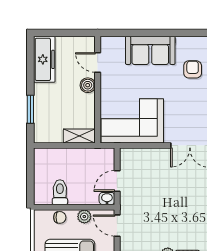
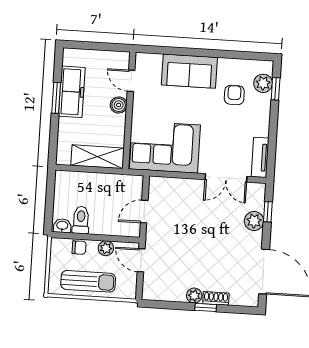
freezer: (44, 59) -> (72, 92), moved
window: (30, 109) -> (56, 98), moved
shelving: (79, 136) -> (97, 157), width x1.50, depth x1.33
washbasin: (107, 199) -> (62, 226), moved

